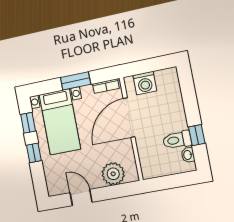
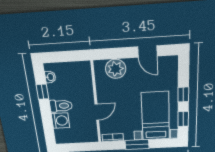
washing machine: (145, 83) -> (60, 121), moved, turned 90
door: (129, 118) -> (97, 112), width x0.53
toilet: (177, 140) -> (61, 106), moved

